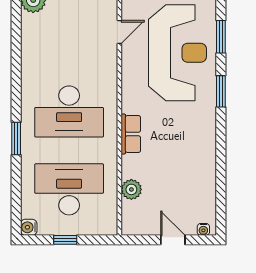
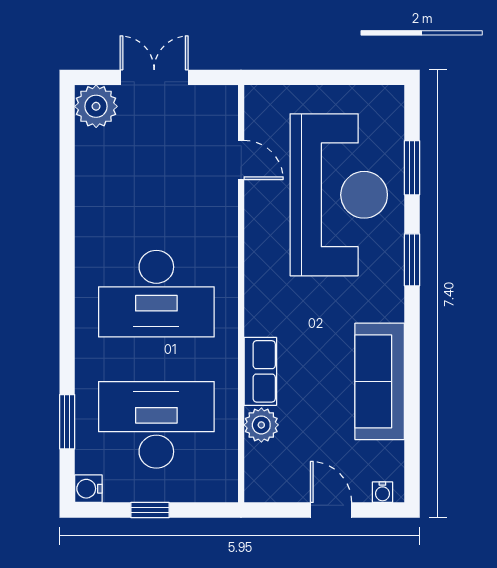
door: (119, 32) -> (241, 160), hinge flipped
row of seats: (131, 134) -> (260, 371), moved
window: (16, 139) -> (67, 422), moved
sofa: (202, 164) -> (380, 381), added

